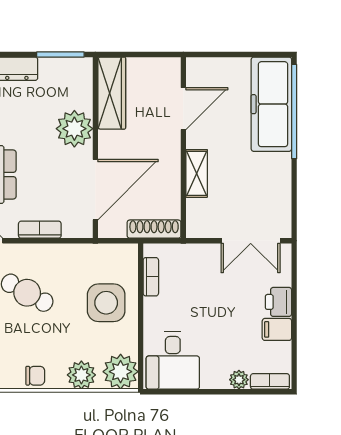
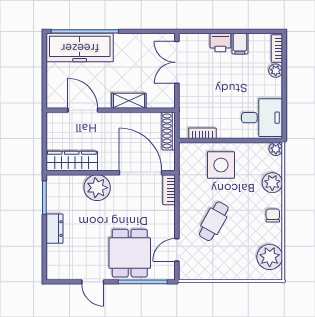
bookcase: (40, 230) -> (169, 190), moved
double door: (251, 241) -> (177, 62), swing flipped
plant: (121, 372) -> (276, 149), width x0.53, depth x0.53

